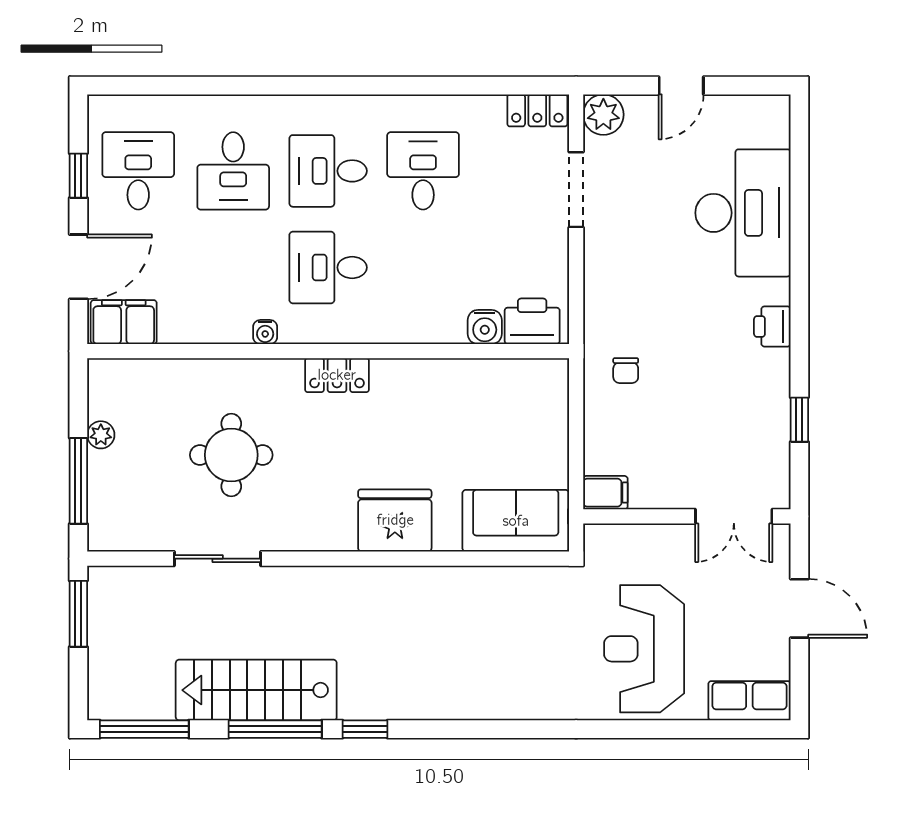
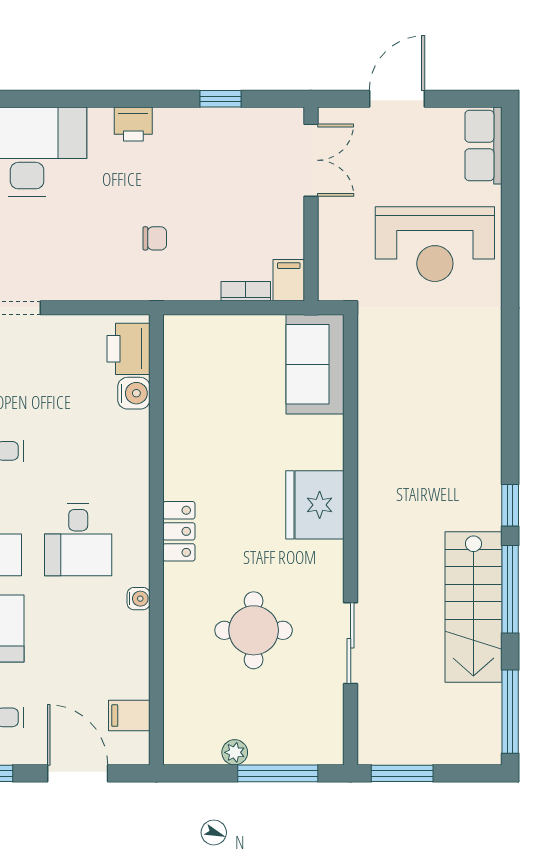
filing cabinet: (124, 322) -> (129, 716), width x0.50
chair: (626, 371) -> (155, 238), moved
bookcase: (594, 447) -> (246, 291), added
fridge: (395, 520) -> (315, 505), moved

